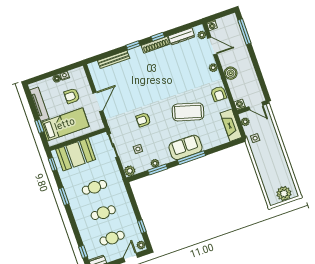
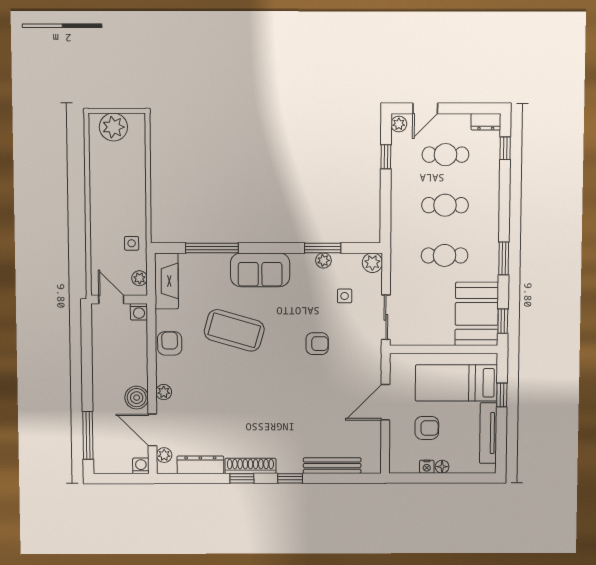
boiler: (231, 73) -> (137, 398), moved
booth: (76, 154) -> (477, 314), moved, turned 90
window: (192, 158) -> (212, 248), moved

